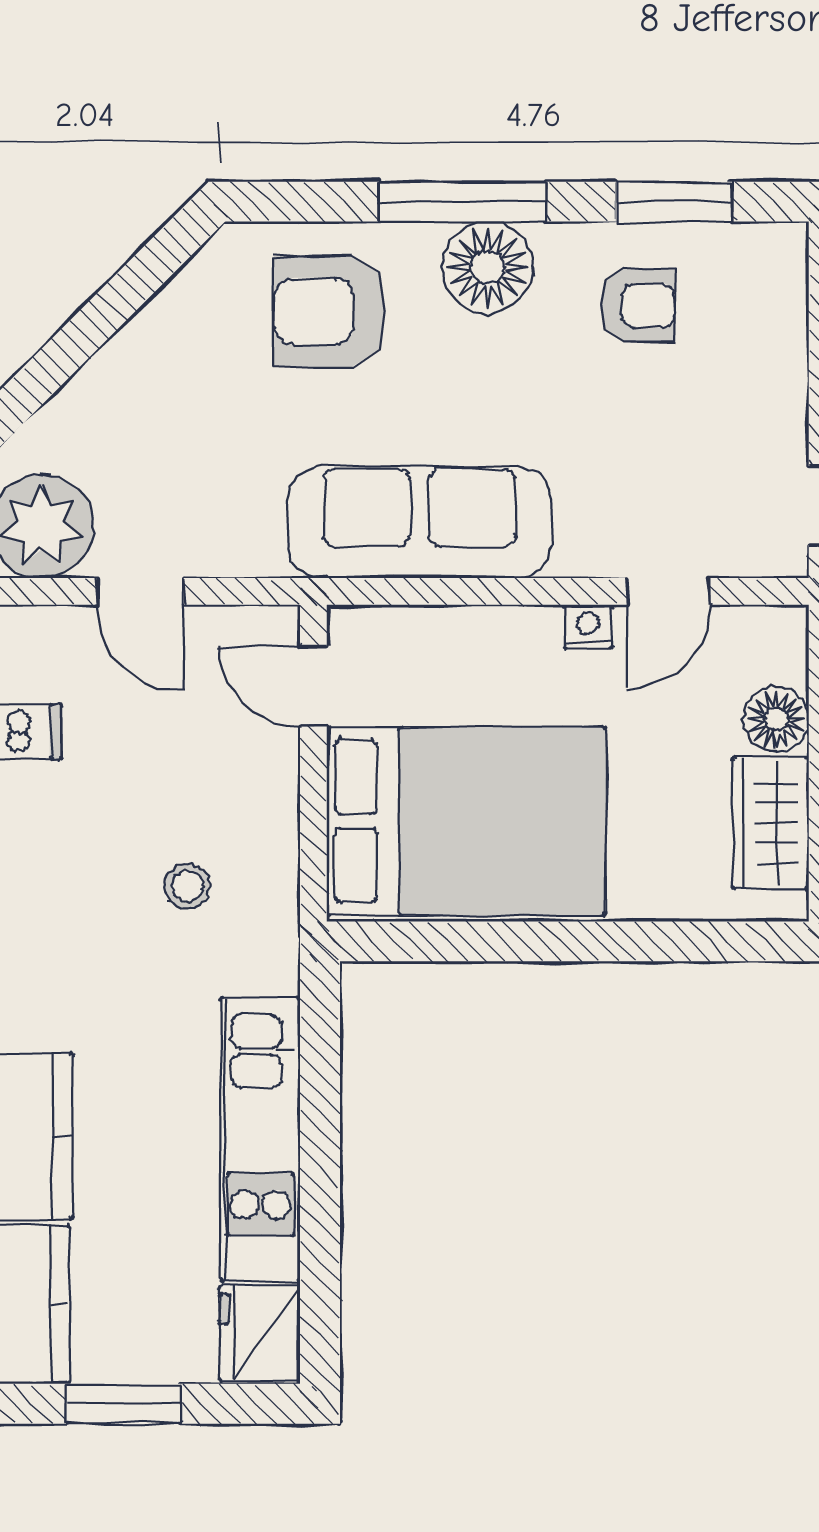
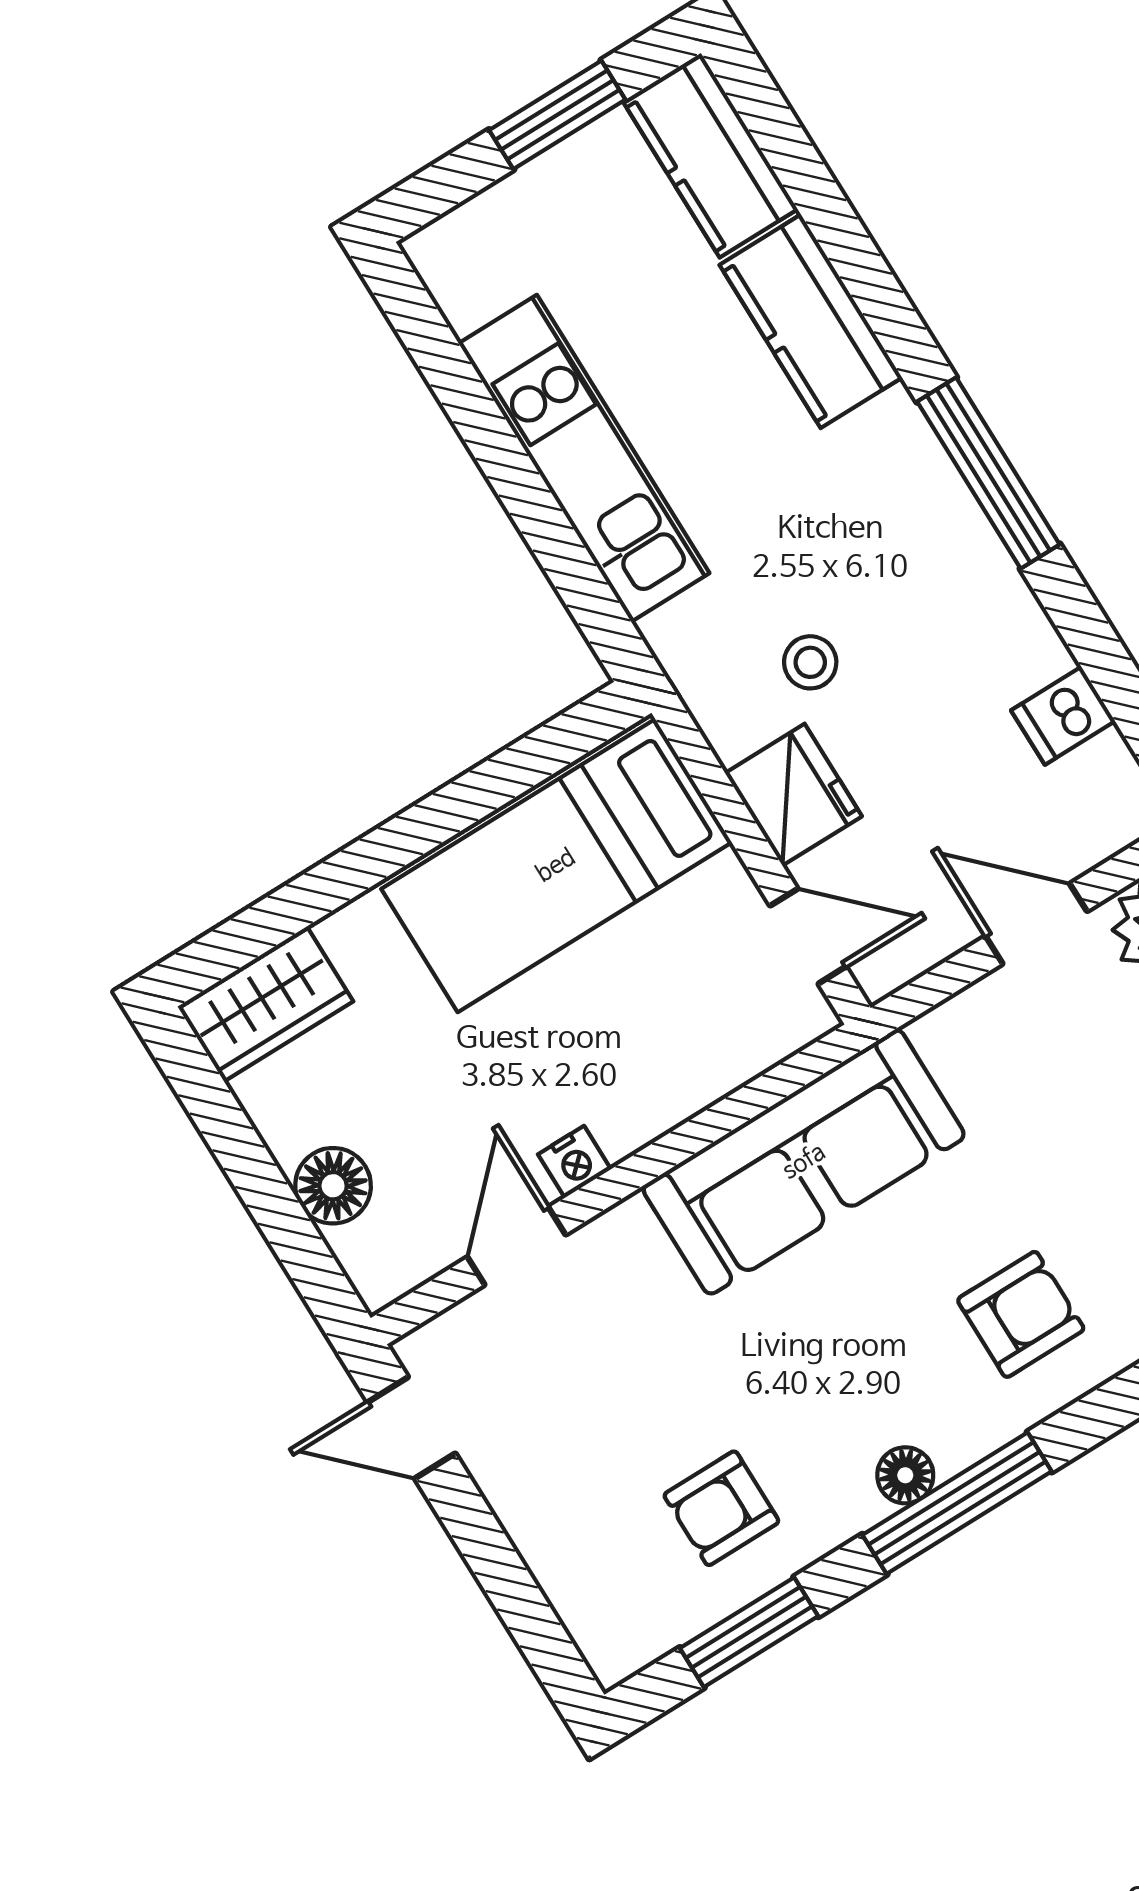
floor lamp: (488, 267) -> (905, 1475), width x0.53, depth x0.53
armchair: (329, 311) -> (1021, 1314), width x0.72, depth x0.72
bed: (466, 821) -> (556, 866), width x0.67
wardrobe: (771, 823) -> (265, 1004), moved, turned 90
fridge: (260, 1333) -> (793, 795), moved

